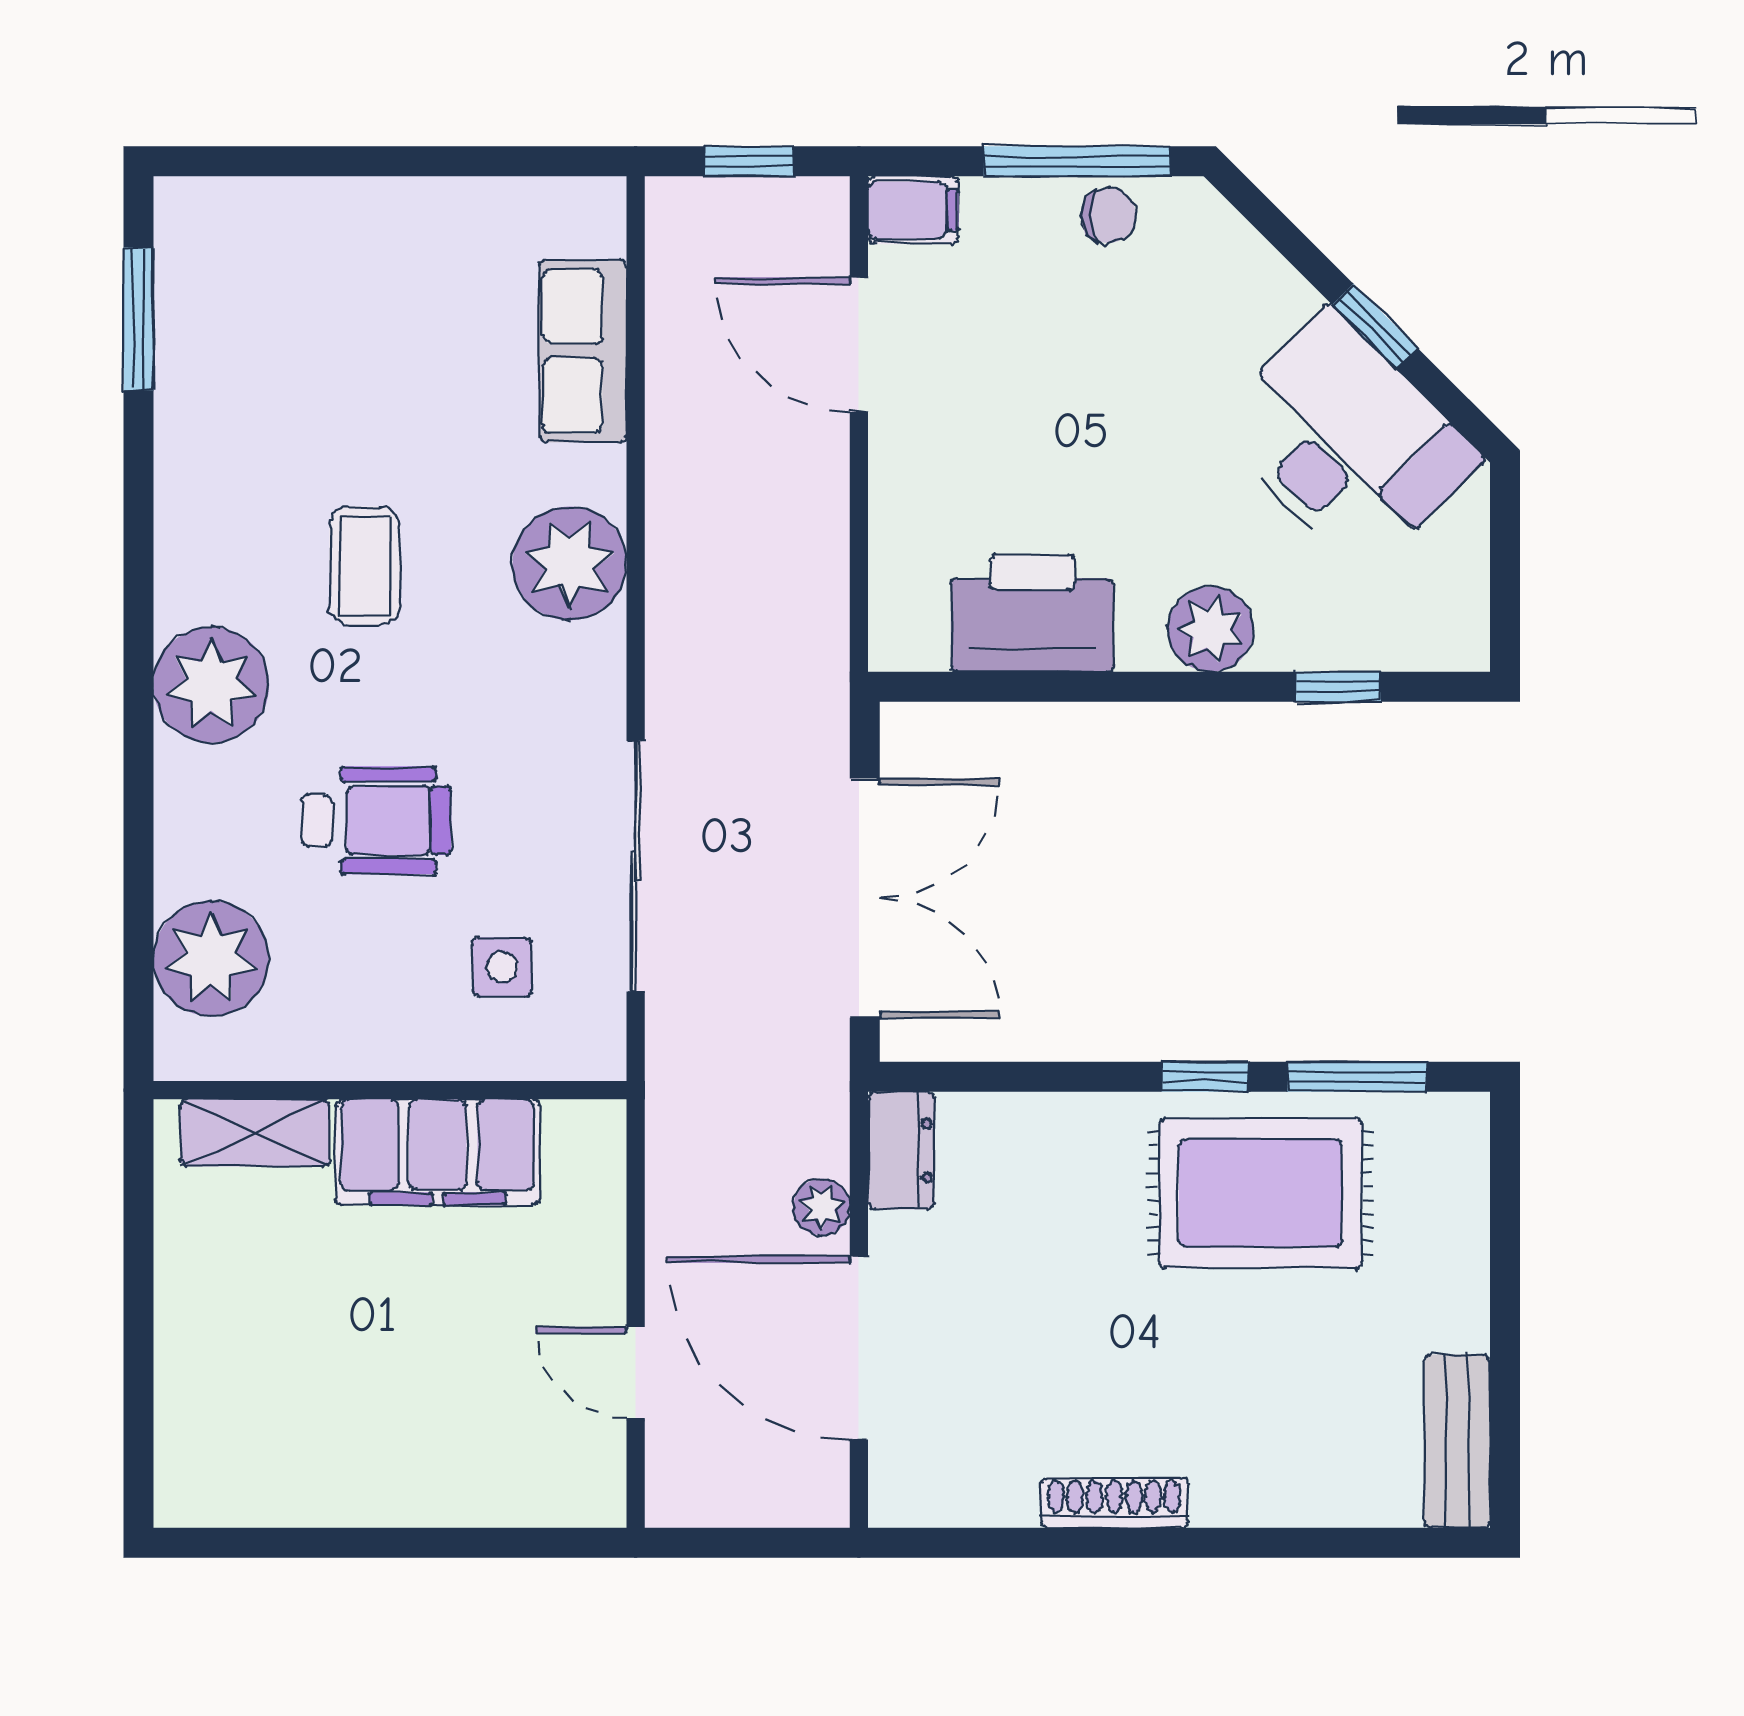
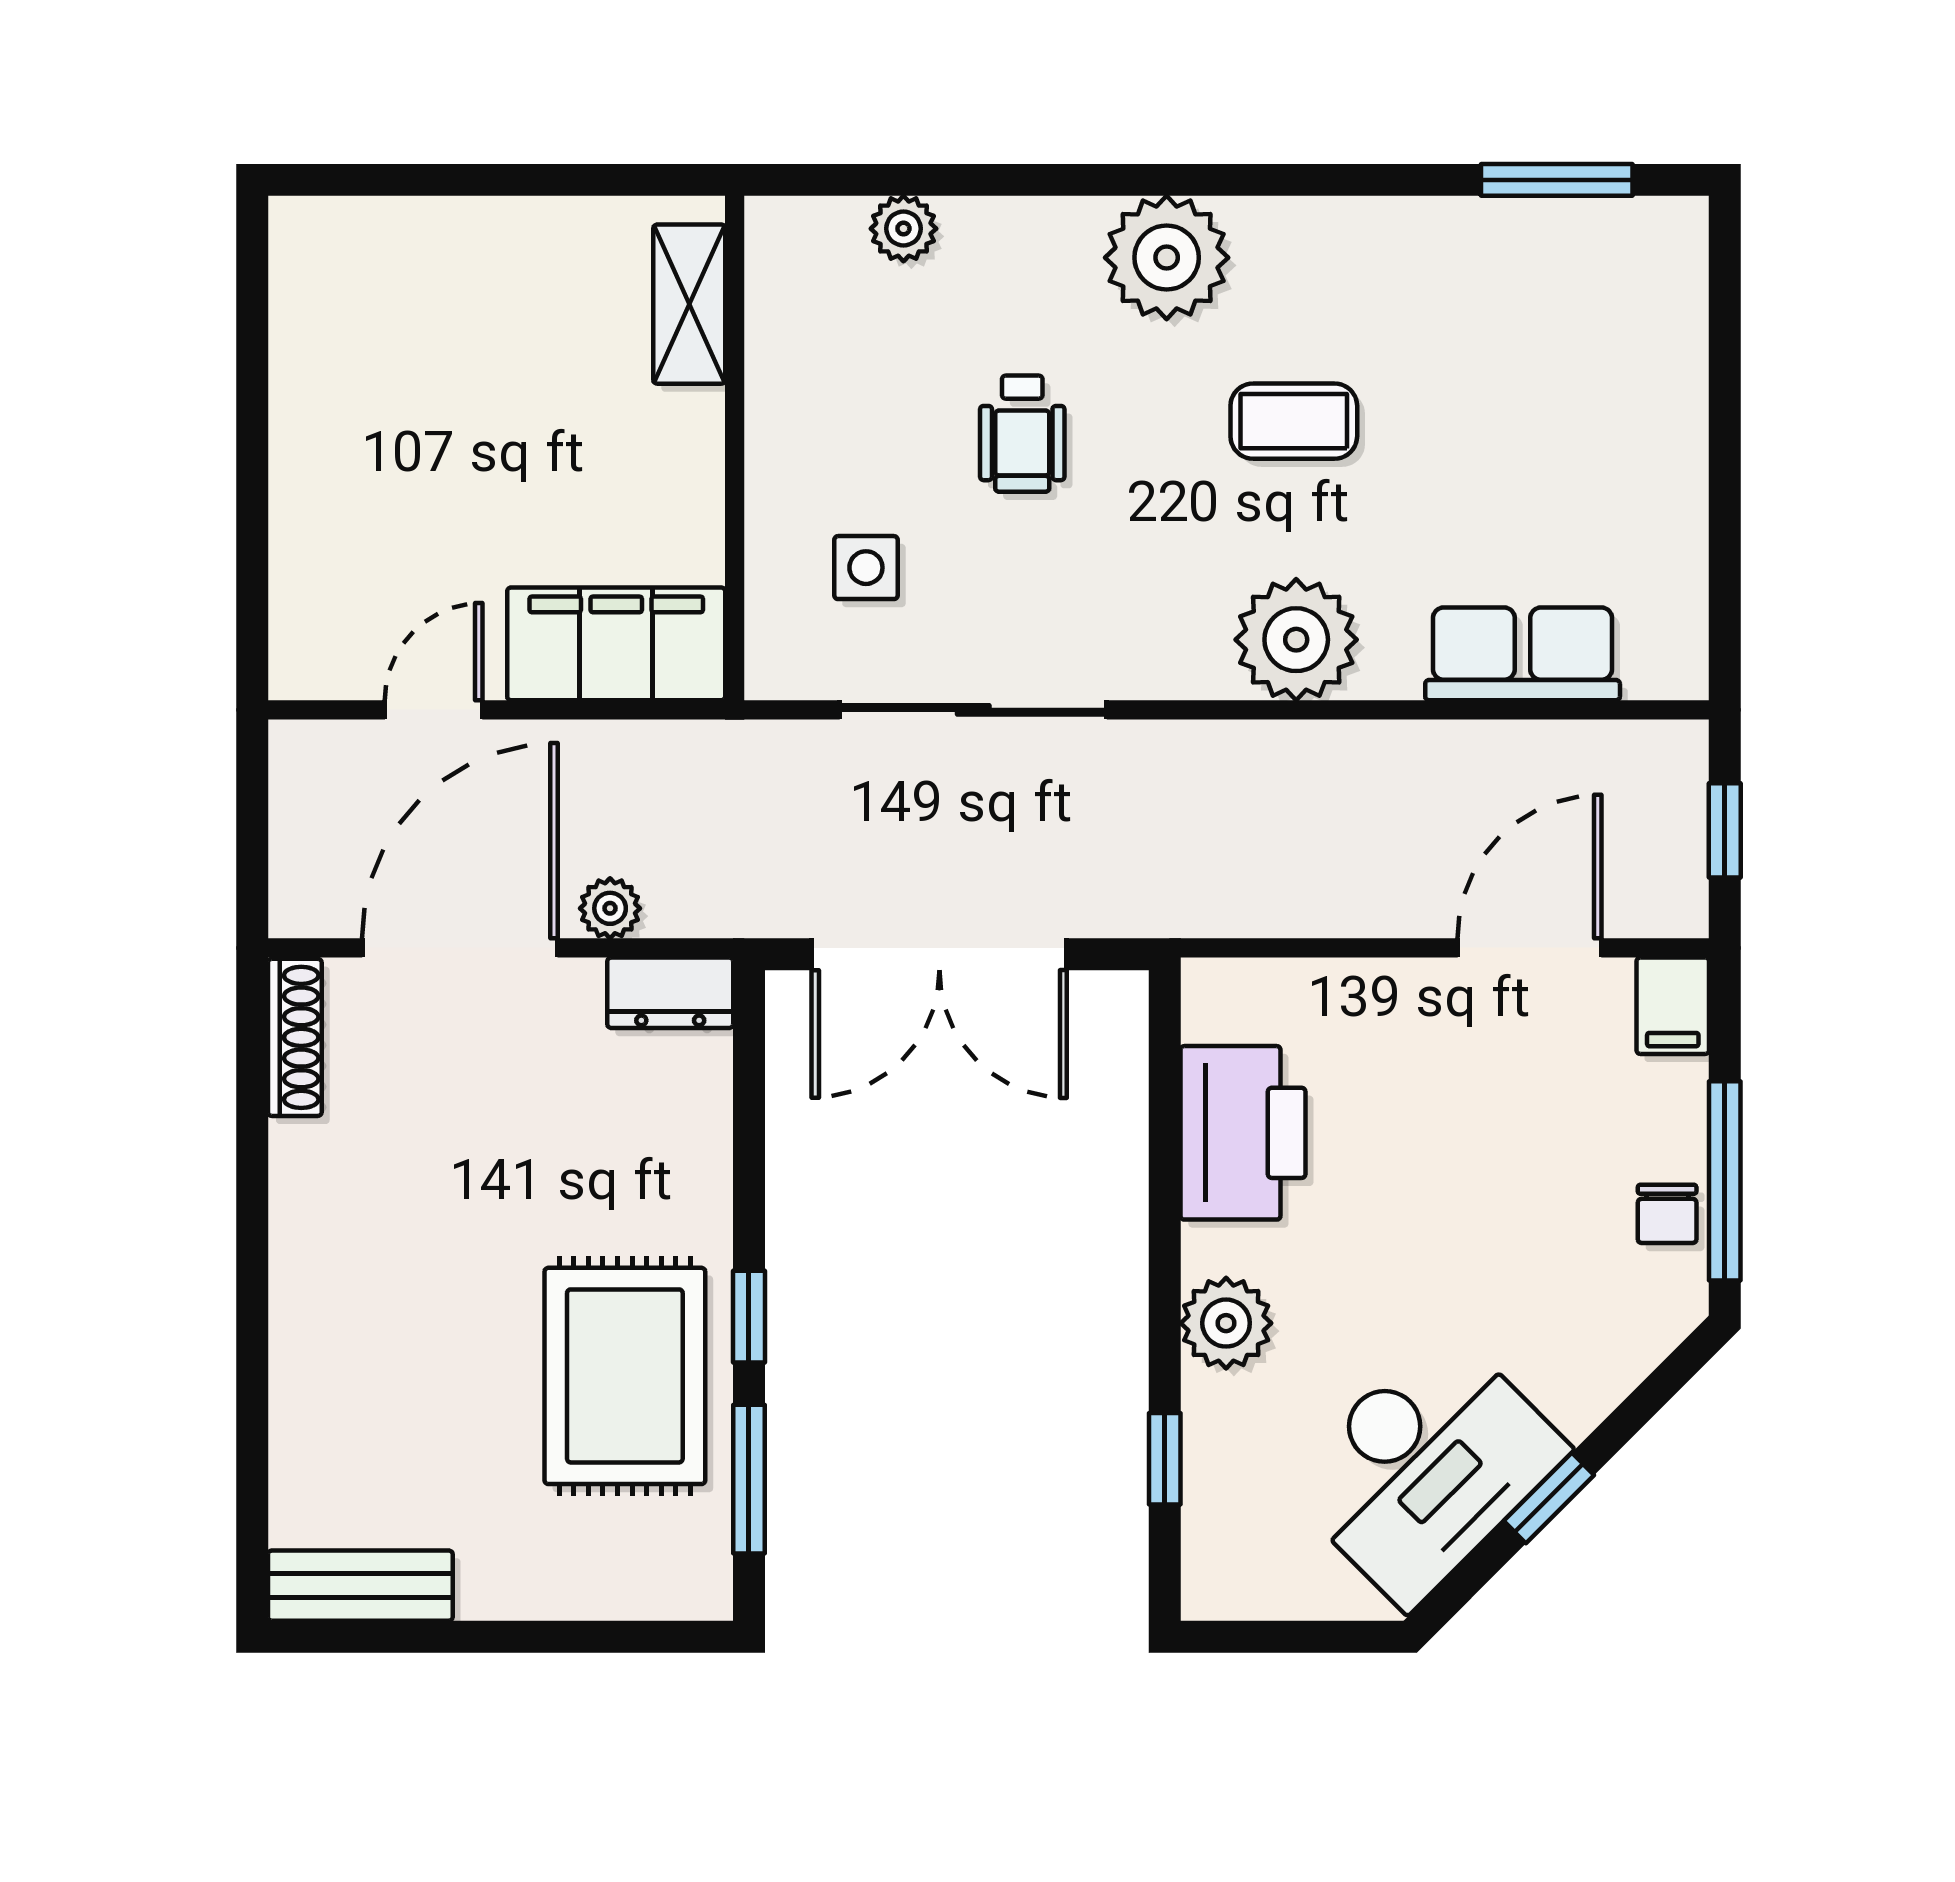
wheelchair: (376, 820) -> (1022, 434), width x0.73, depth x0.73
plant: (211, 959) -> (903, 229), width x0.53, depth x0.53
filing cabinet: (438, 1152) -> (616, 644), moved, turned 90
shoe rack: (1114, 1503) -> (295, 1037), moved

